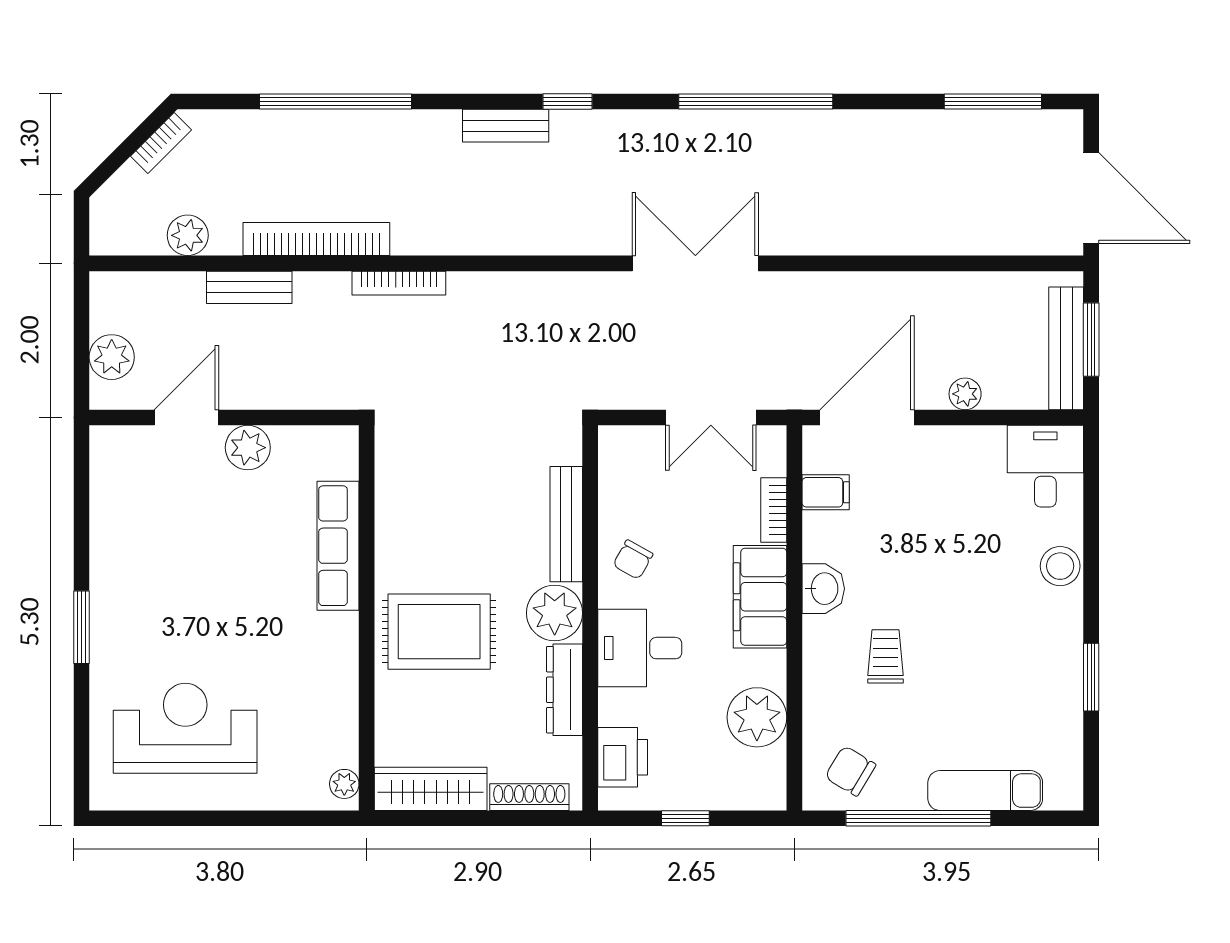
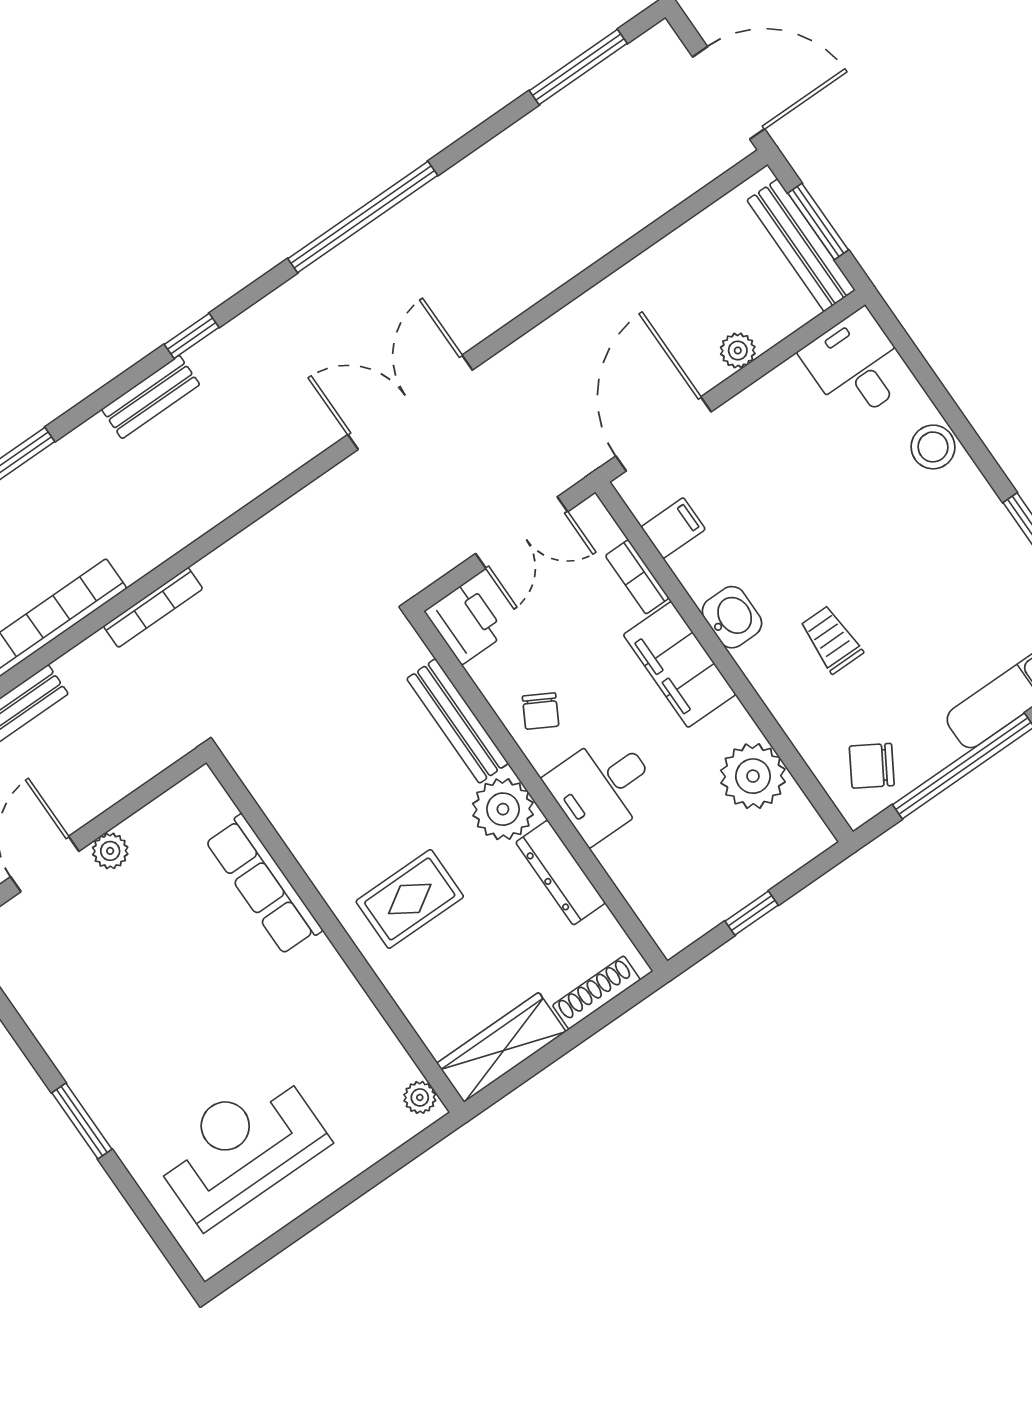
plant: (248, 448) -> (110, 851), width x0.73, depth x0.73
rug: (439, 632) -> (410, 899), width x0.73, depth x0.70
printer: (623, 757) -> (465, 623), moved

